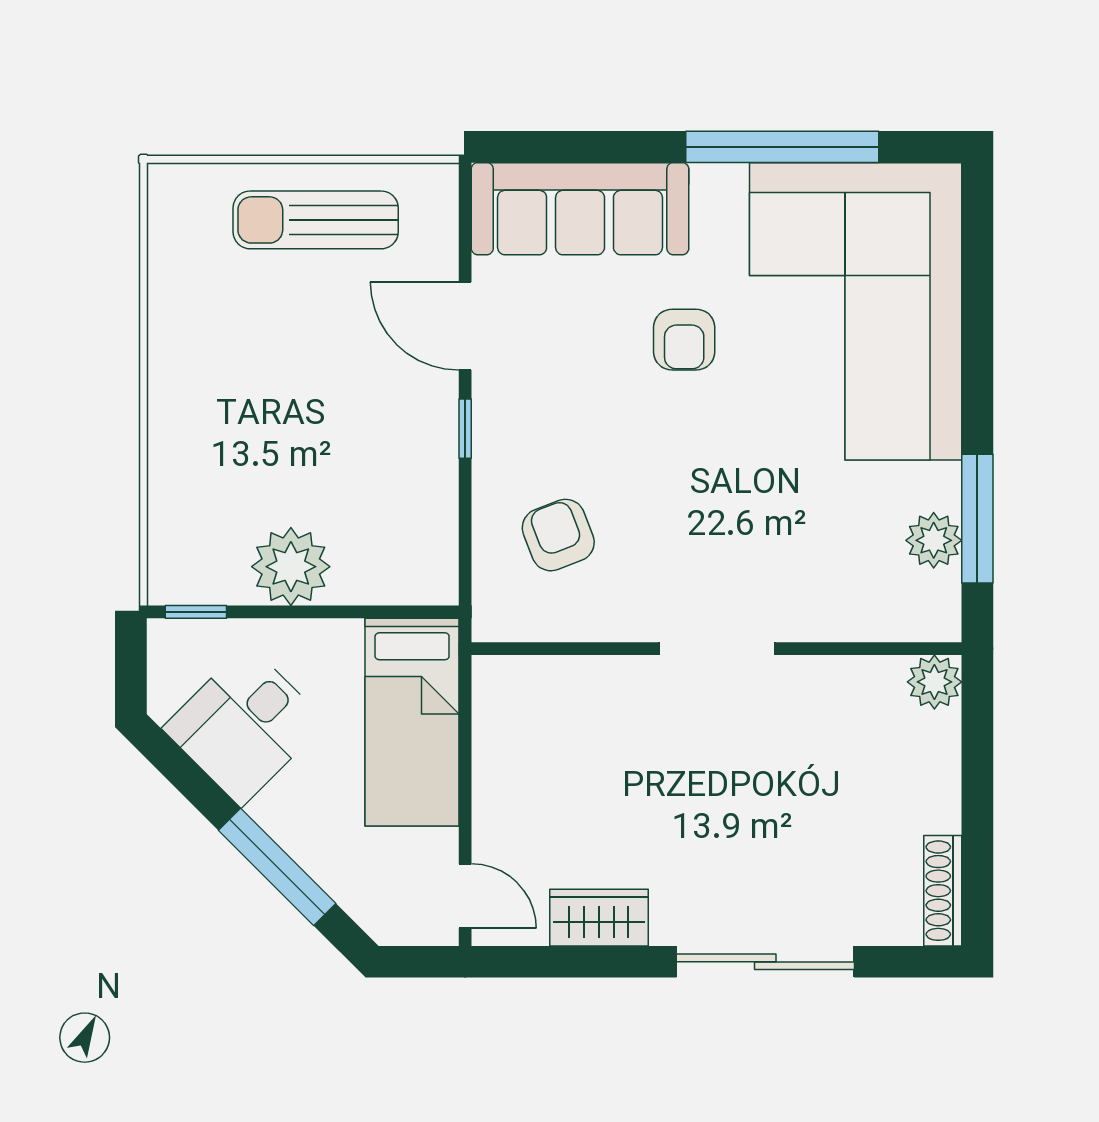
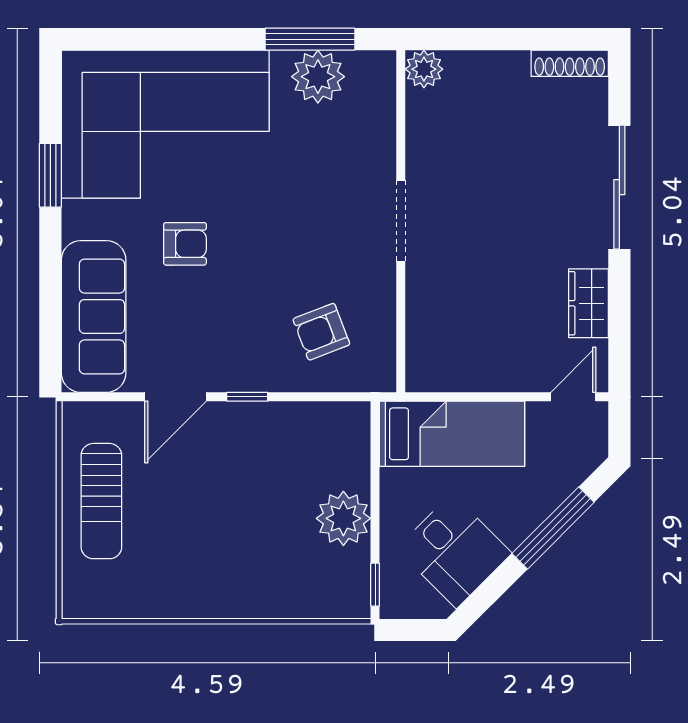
window: (782, 147) -> (50, 175), width x0.47
plant: (934, 540) -> (318, 77), width x1.36, depth x1.36

